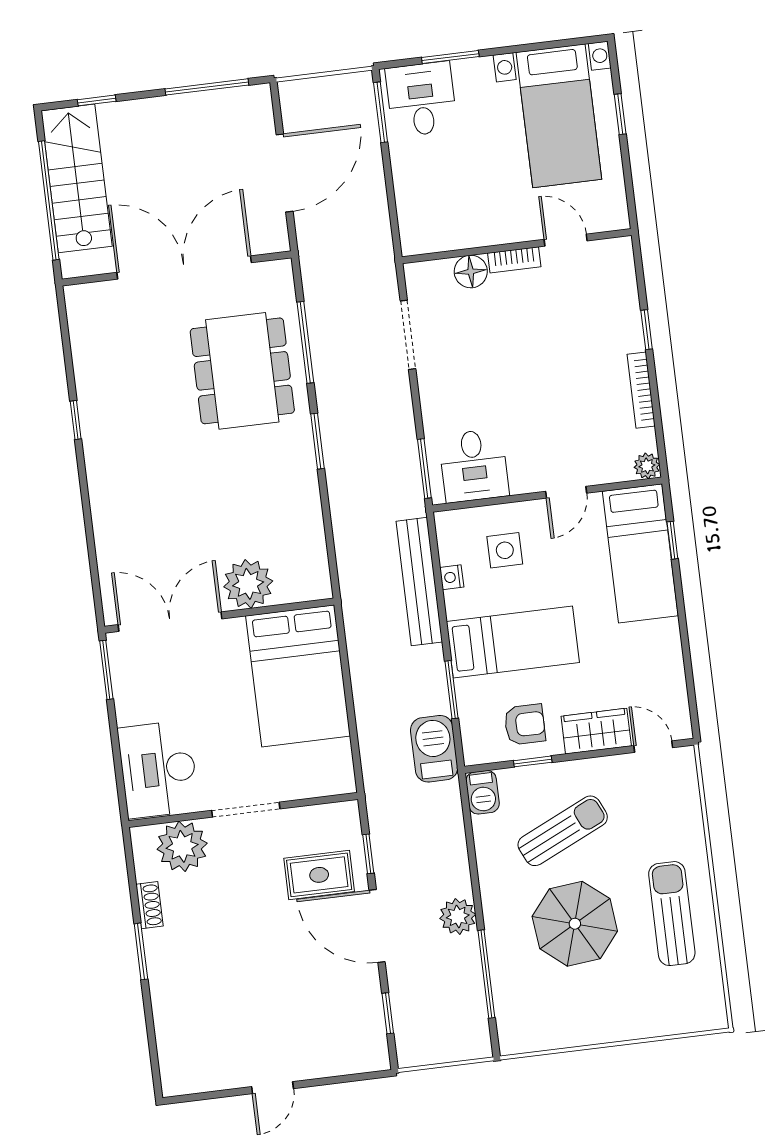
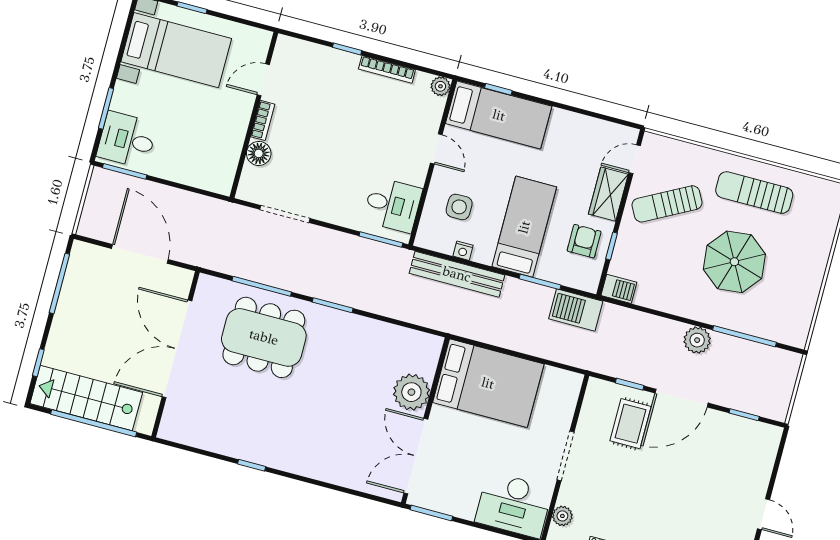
sun lounger: (563, 831) -> (667, 204), moved, turned -93
plant: (182, 846) -> (562, 516), width x0.53, depth x0.53

